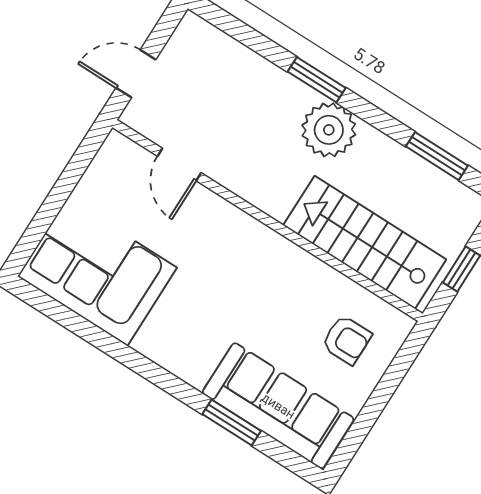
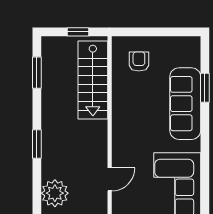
plant: (329, 130) -> (55, 193), moved
sofa: (278, 406) -> (185, 104), moved

